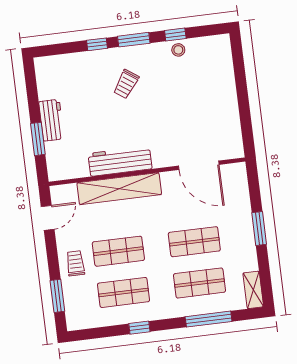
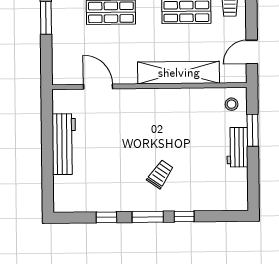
stool: (178, 50) -> (232, 104), moved
workbench: (120, 161) -> (64, 144), moved, turned -90
door: (199, 165) -> (98, 87), width x0.73

